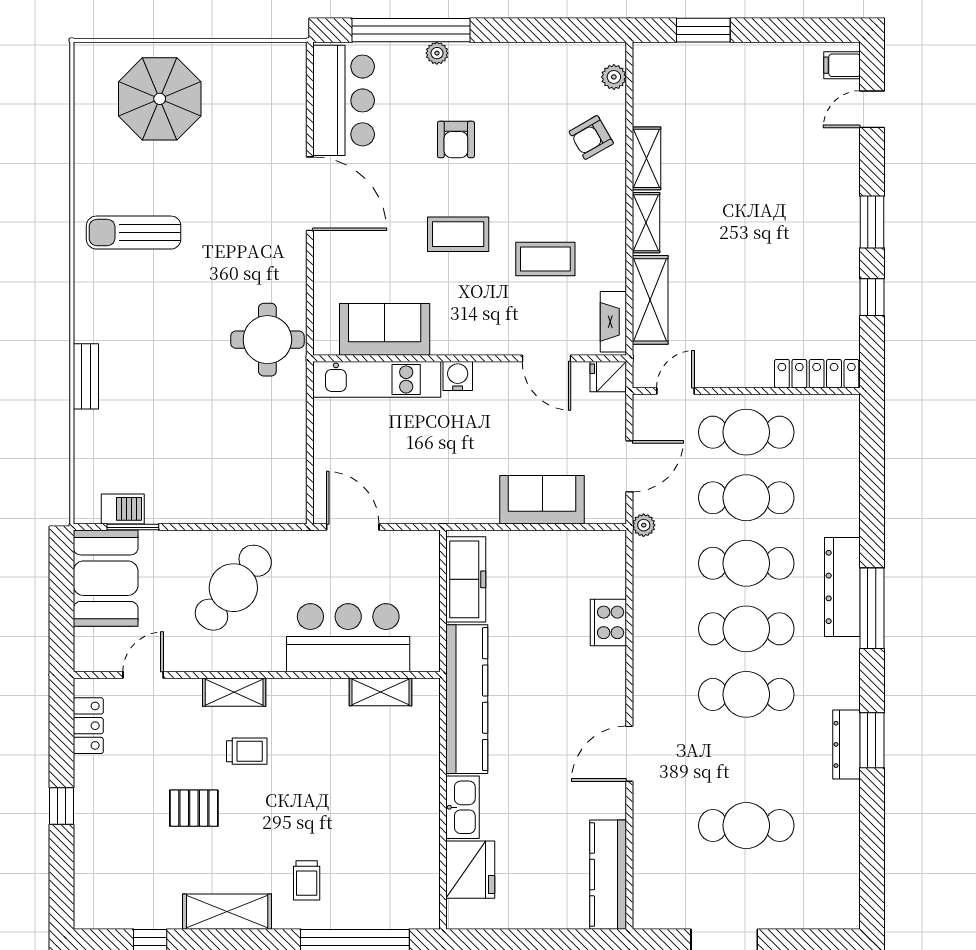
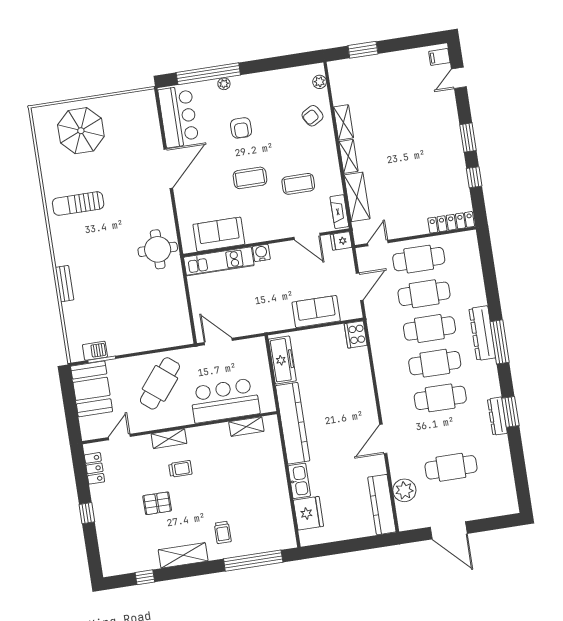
door: (310, 194) -> (168, 169), hinge flipped
plant: (644, 525) -> (404, 490), moved, width x1.88, depth x1.88
cooker: (608, 622) -> (356, 335), moved

